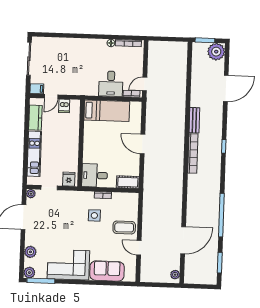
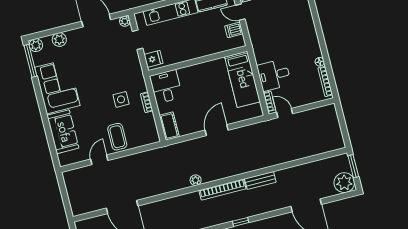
plant: (175, 275) -> (196, 180), moved

